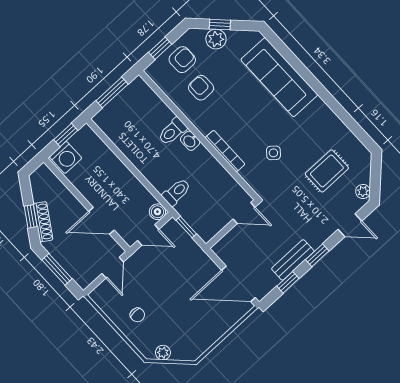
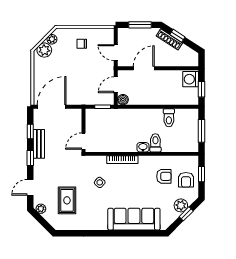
toilet: (177, 192) -> (169, 118), moved
plant: (183, 350) -> (44, 50), added

